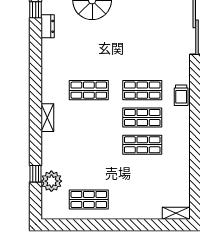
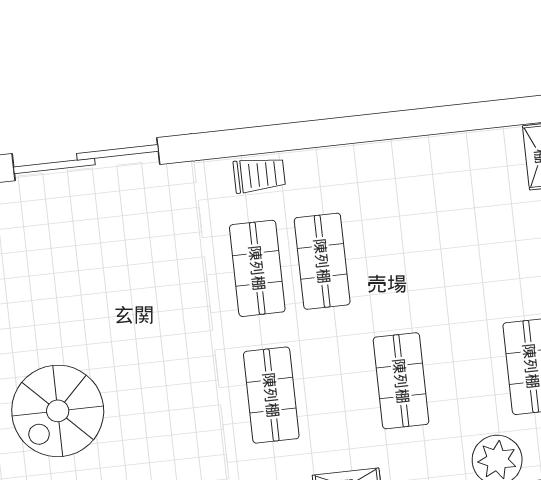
shop shelf: (142, 145) -> (401, 381), moved

